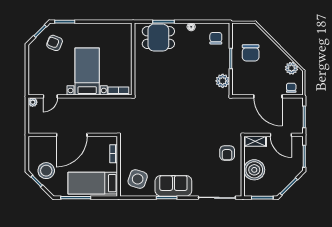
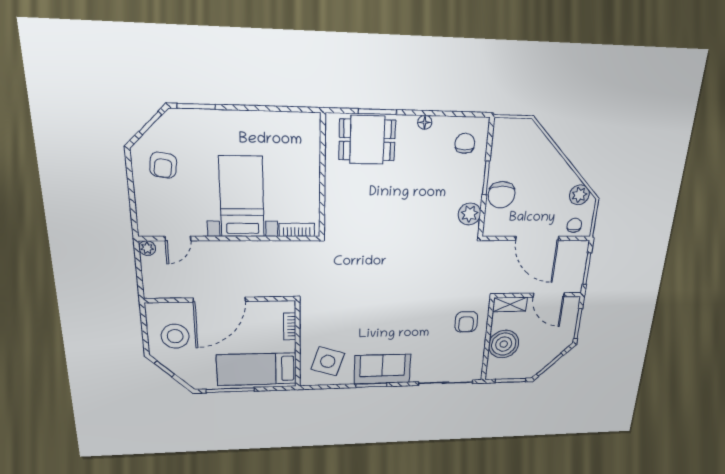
armchair: (55, 43) -> (163, 165), moved, turned -104
chair: (251, 53) -> (501, 195), moved
stool: (46, 171) -> (175, 336), moved

